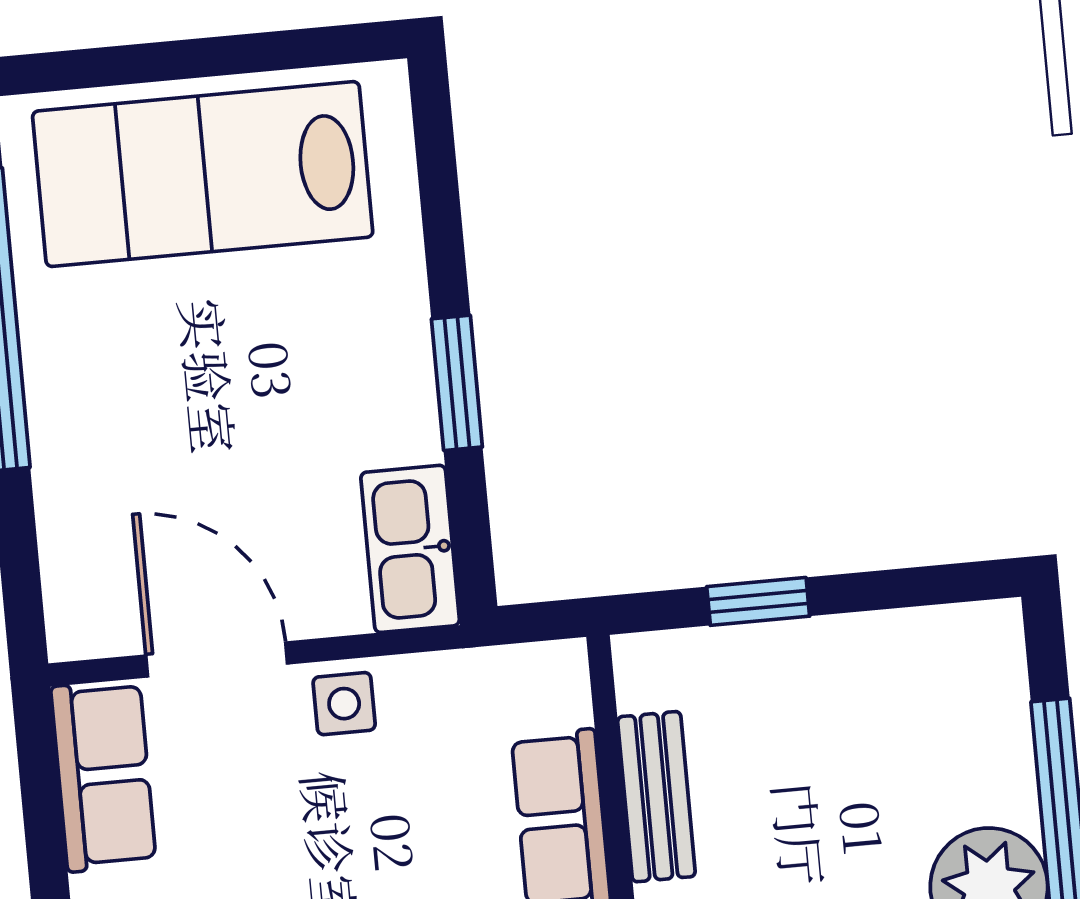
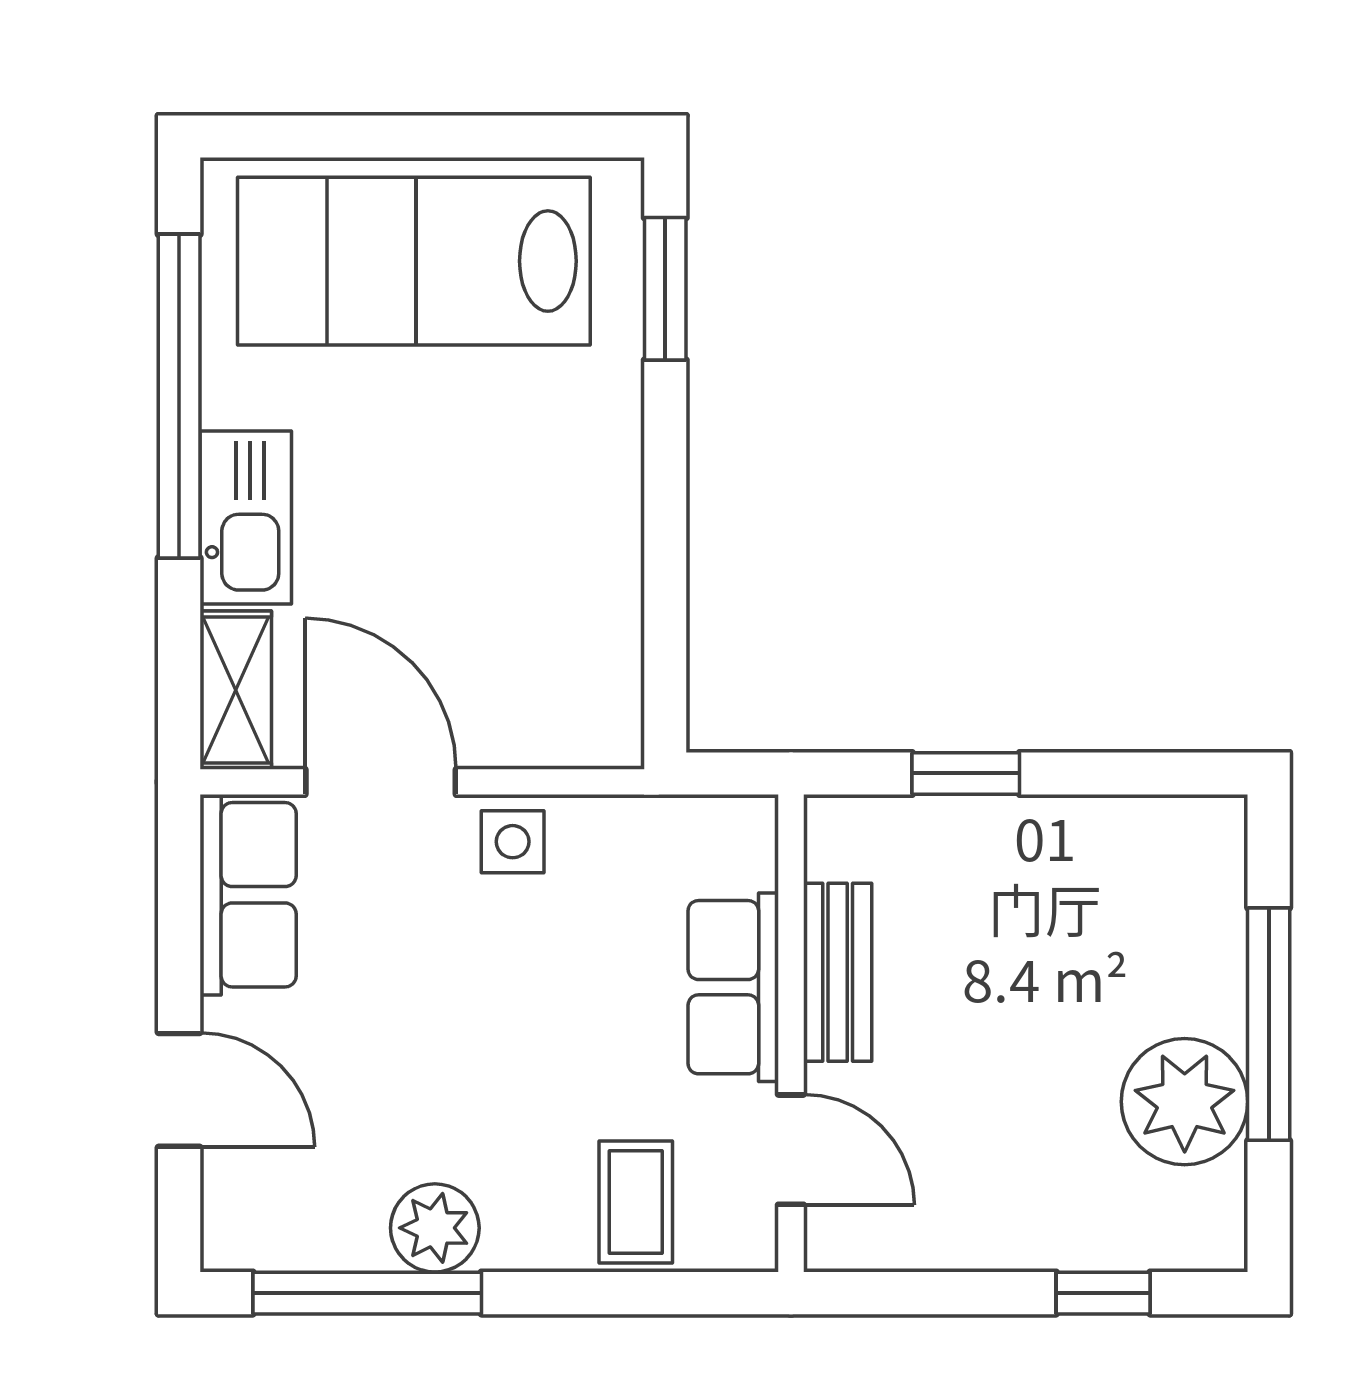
window: (457, 383) -> (665, 289), moved
kitchen sink: (410, 549) -> (246, 518), moved, turned 180
shelving: (74, 587) -> (236, 690), added

